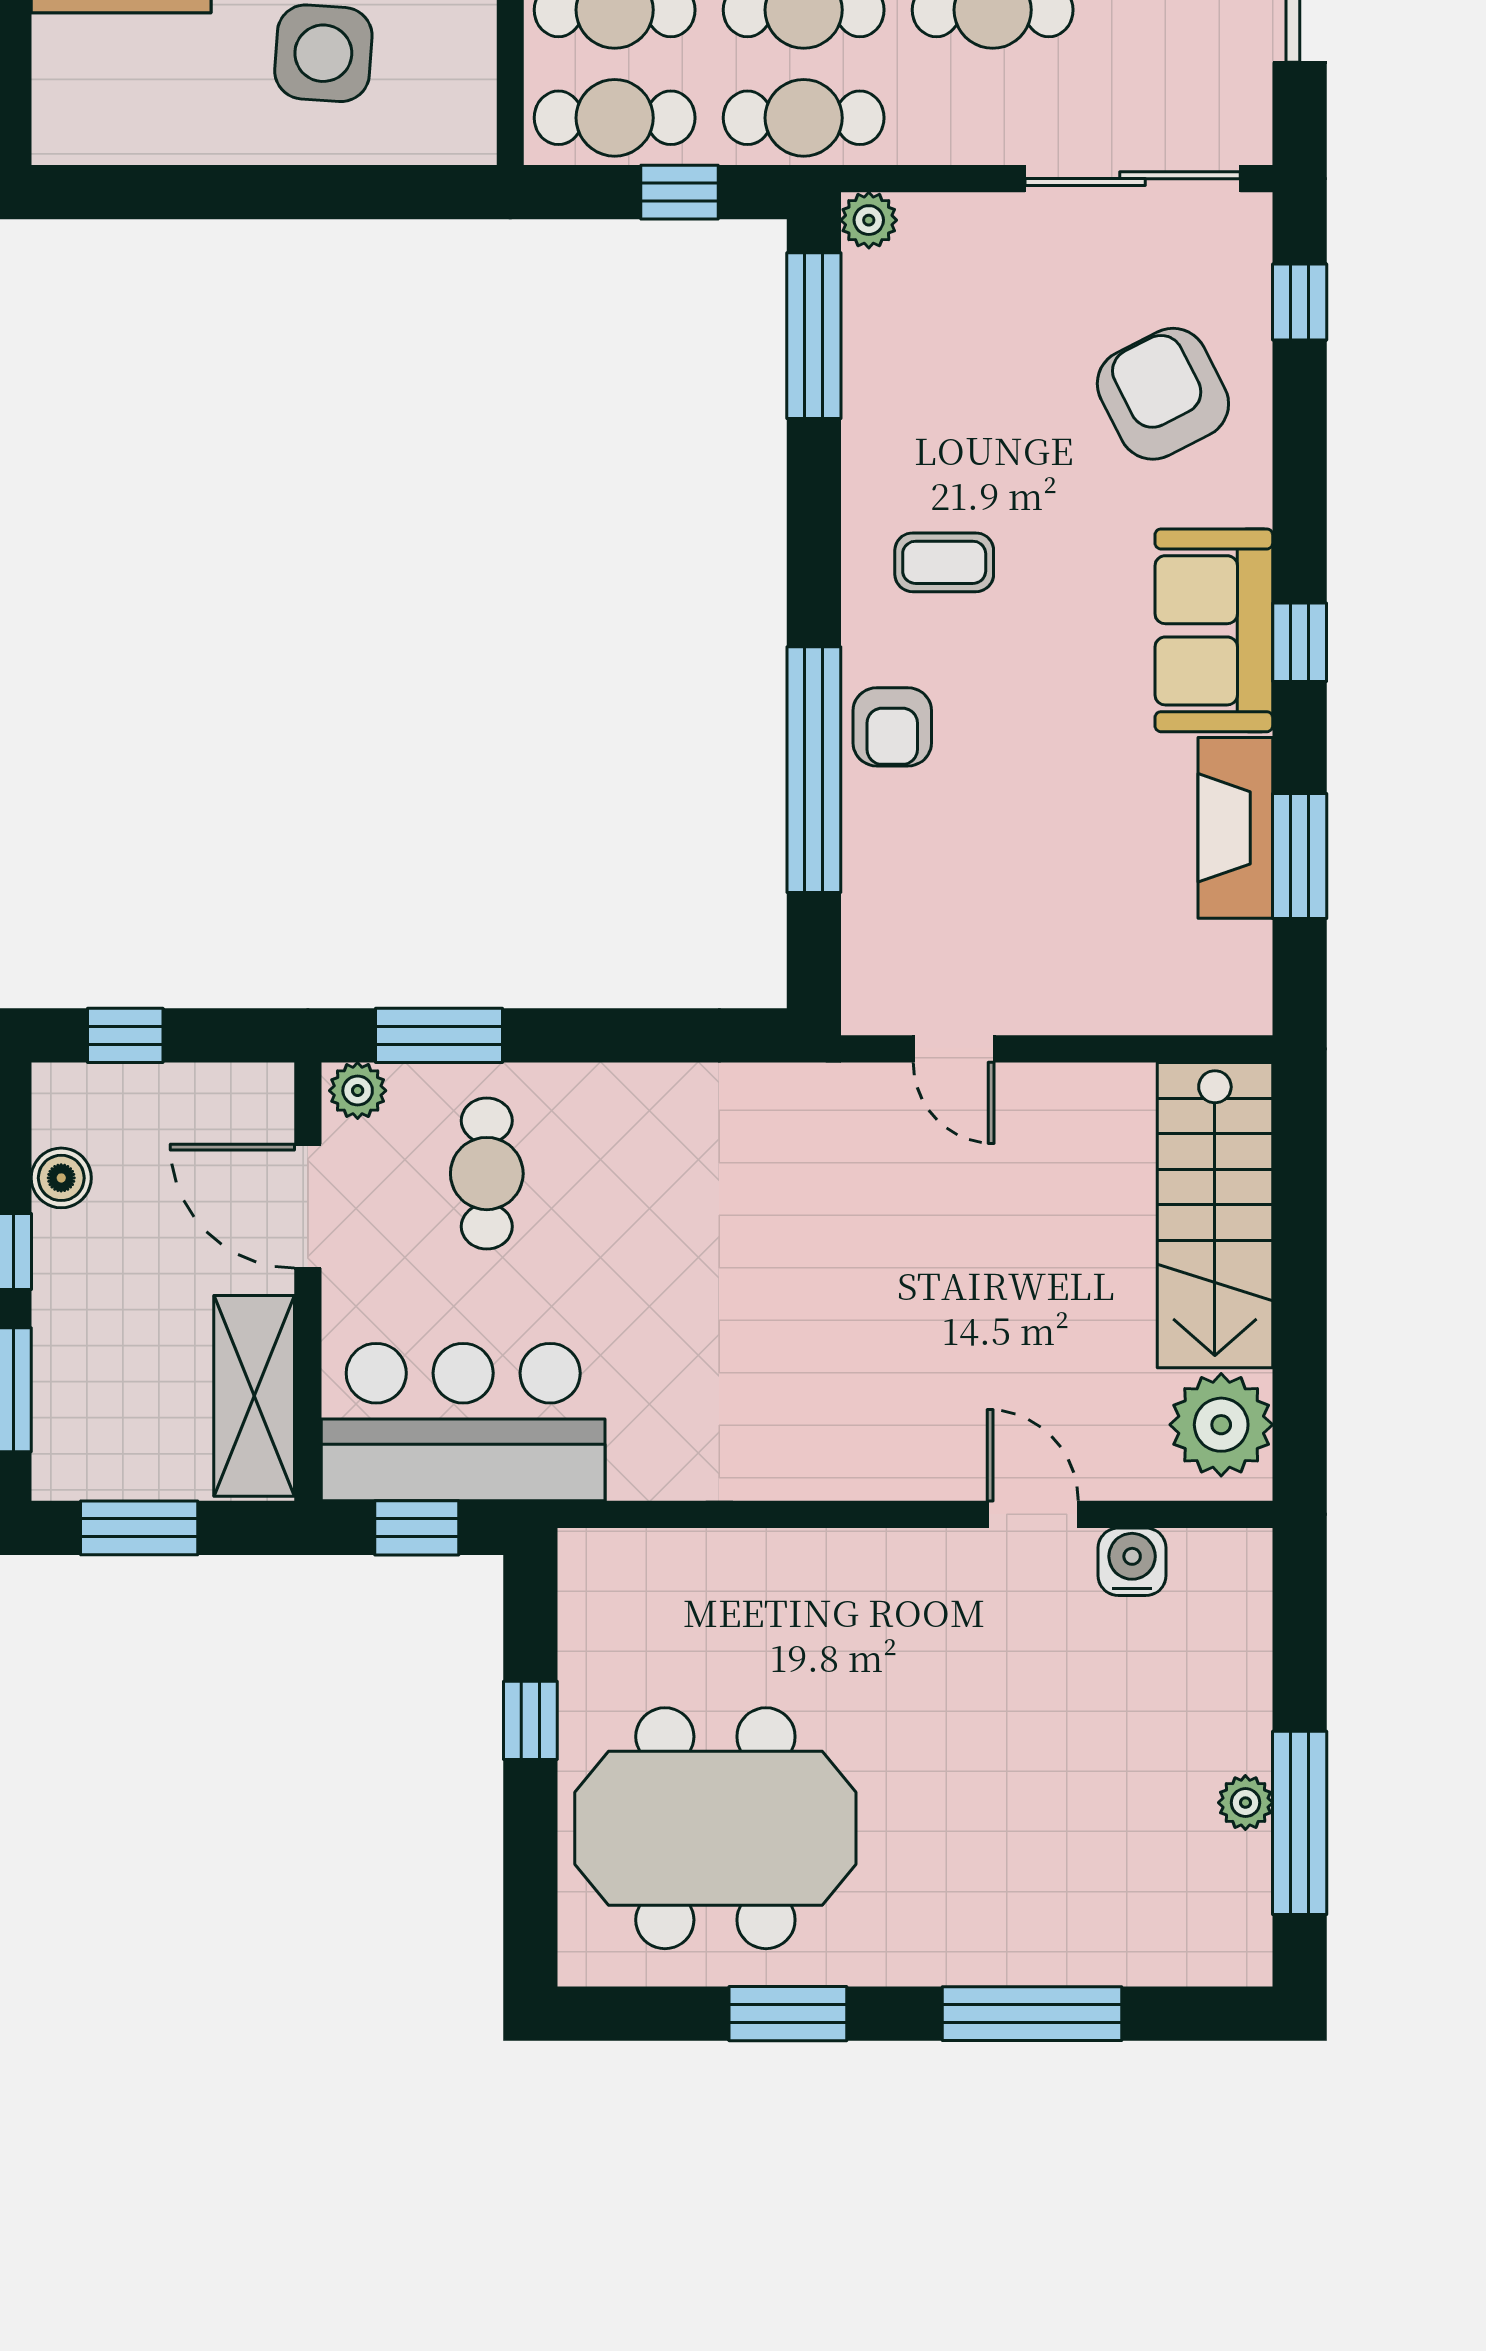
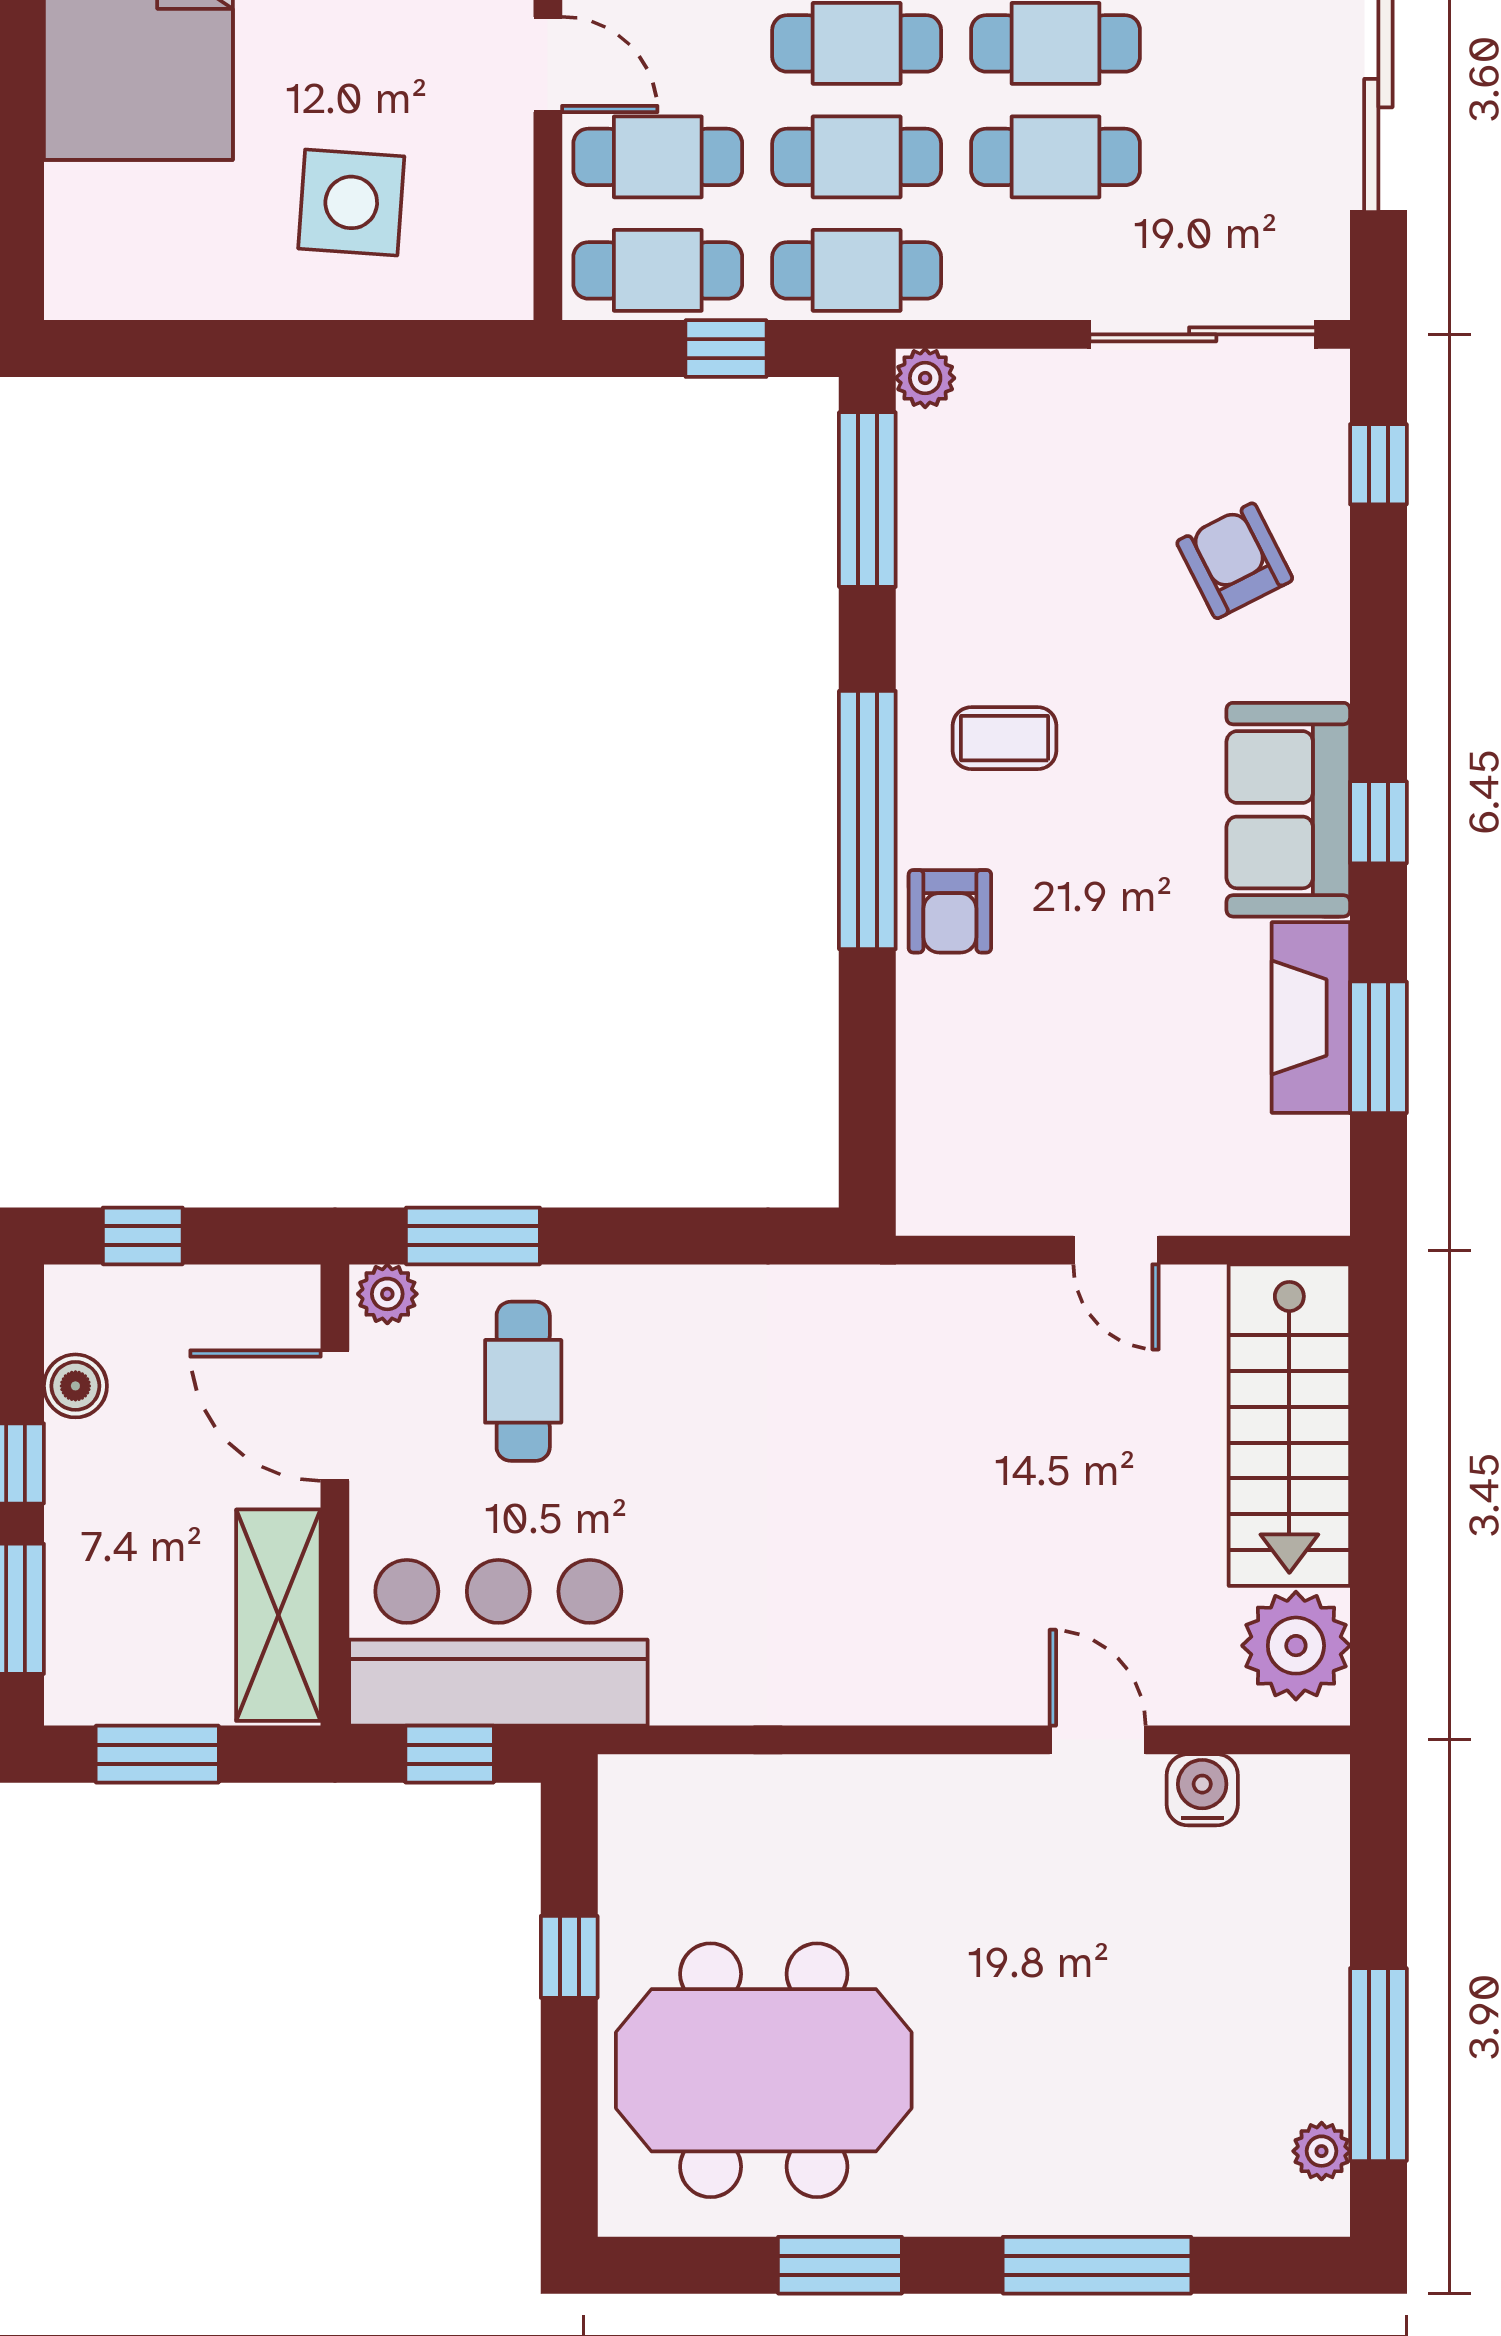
armchair: (1163, 394) -> (1235, 561), width x0.72, depth x0.72
window: (814, 770) -> (867, 820), moved
door: (954, 1049) -> (1116, 1250), moved
plant: (1245, 1803) -> (1322, 2151), moved

